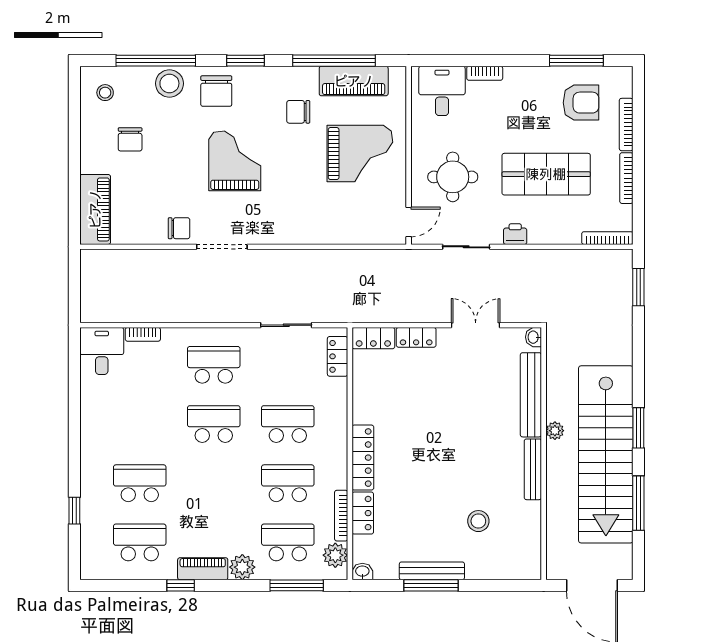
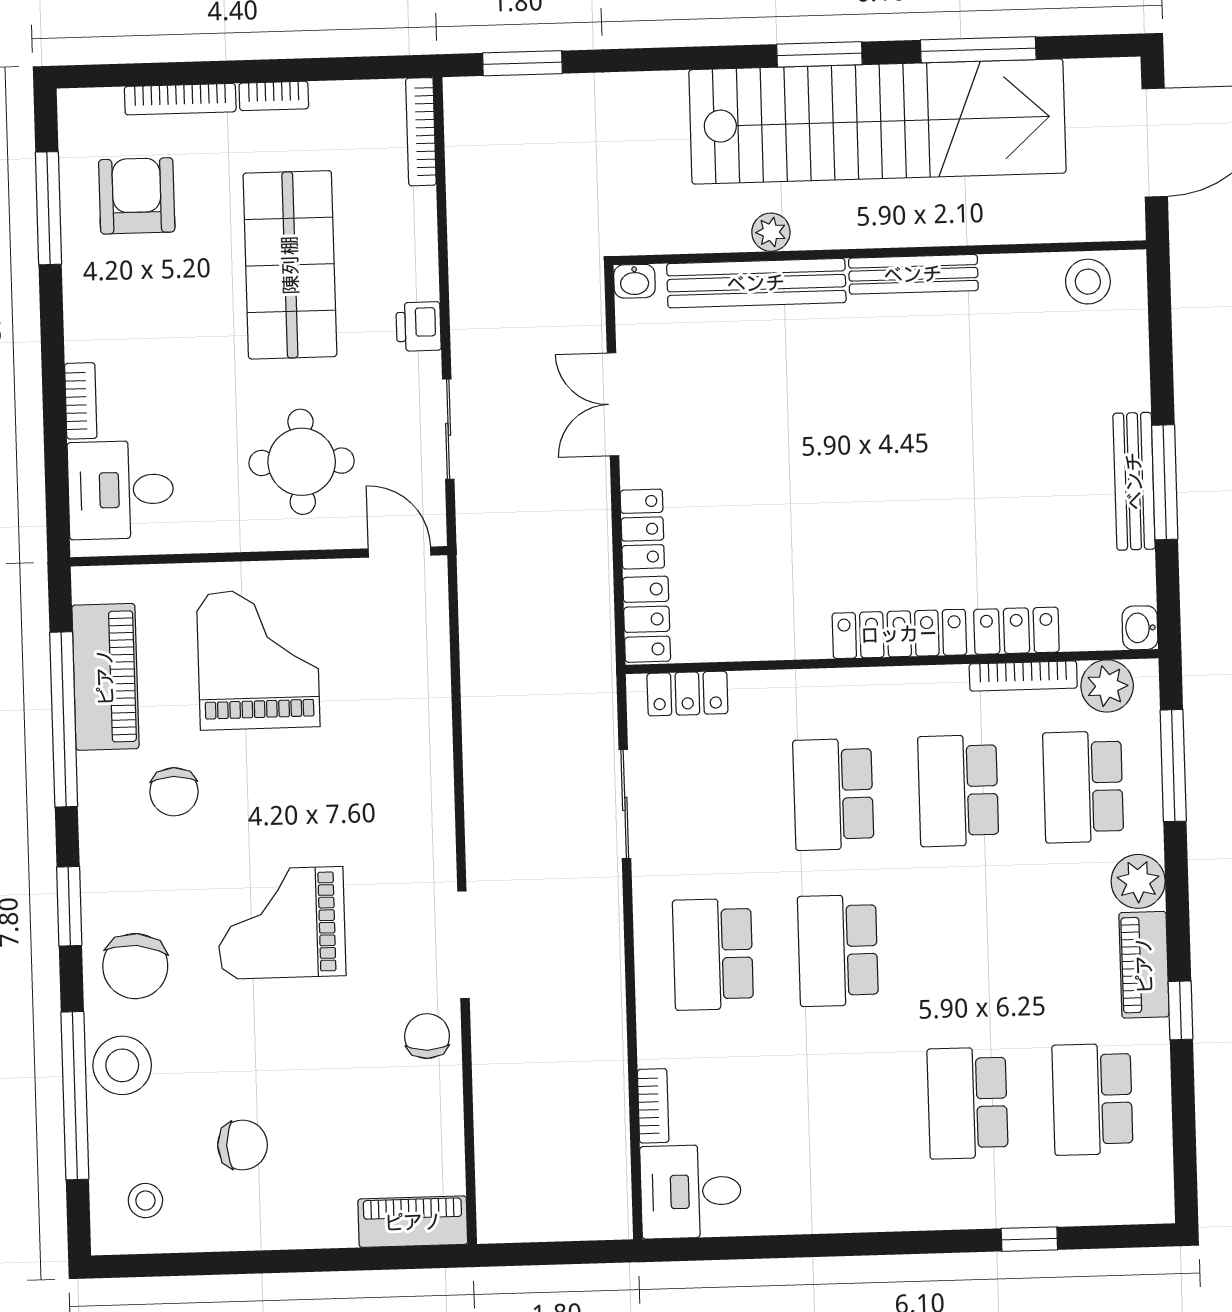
chair: (216, 91) -> (135, 966), turned 96
bookcase: (626, 178) -> (274, 96), width x0.64
piano: (95, 209) -> (413, 1222), width x0.73, depth x0.75
plant: (555, 431) -> (771, 232), moved
stool: (478, 521) -> (1088, 282), moved

